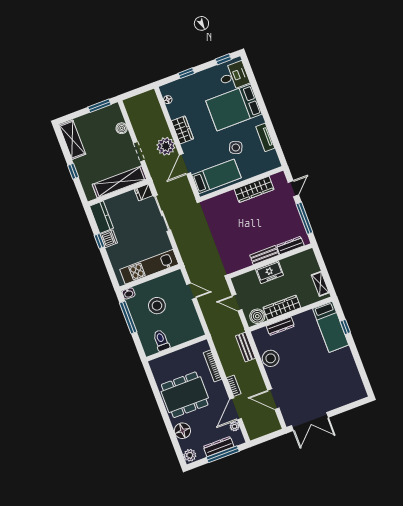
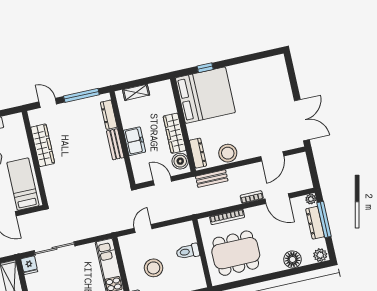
shelving: (320, 284) -> (136, 92), moved
door: (237, 303) -> (162, 181), swing flipped
dresser: (280, 326) -> (198, 153), moved
bed: (331, 327) -> (205, 95), width x2.04
toilet: (161, 340) -> (188, 251), moved
dining table: (185, 395) -> (236, 253), moved, turned 90
plant: (235, 426) -> (311, 199), moved

